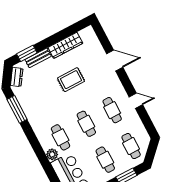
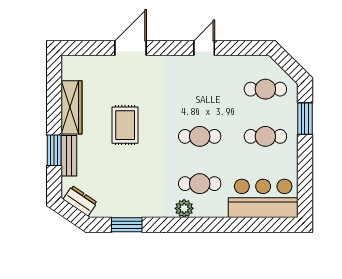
window: (27, 53) -> (54, 150), moved
window: (17, 109) -> (127, 225), width x0.69
cafe table: (112, 110) -> (200, 89), removed
plant: (52, 154) -> (184, 208), moved

